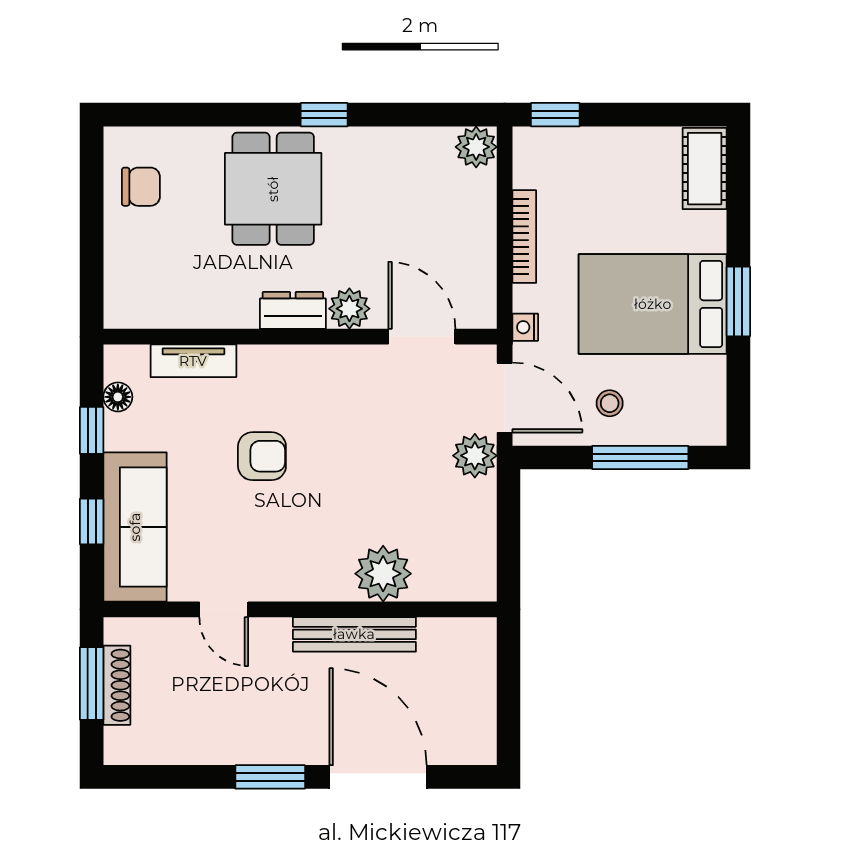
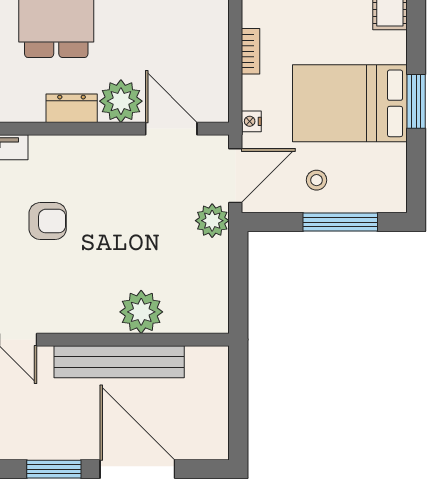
bookcase: (524, 237) -> (250, 51), width x0.64
plant: (349, 309) -> (121, 101), width x1.36, depth x1.36
door: (505, 398) -> (235, 176), hinge flipped
bench: (354, 634) -> (119, 362), width x1.37, depth x1.21

